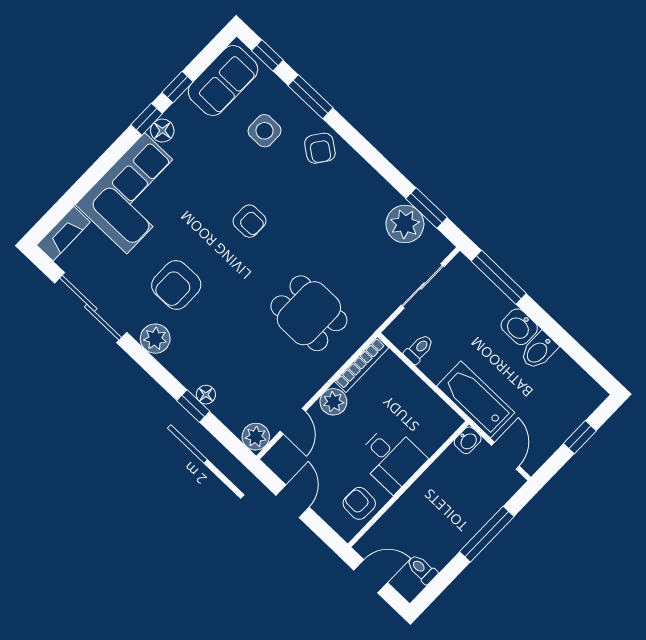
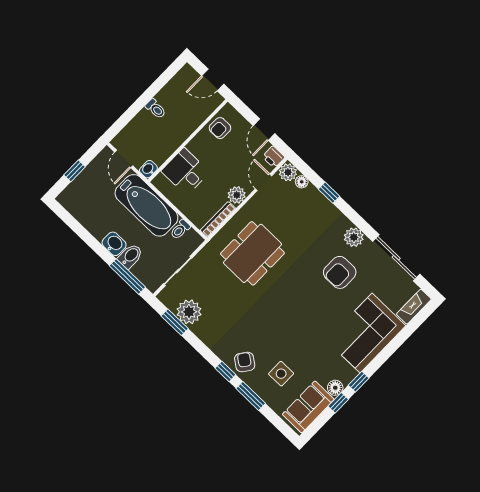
window: (267, 55) -> (225, 371), moved
floor lamp: (162, 131) -> (335, 388), moved
armchair: (250, 221) -> (291, 314), removed
armchair: (176, 285) -> (340, 272), turned 180
dining table: (309, 313) -> (252, 253), width x1.38
bidet: (539, 351) -> (130, 256), moved
floor lamp: (206, 395) -> (302, 182), moved
bathtub: (476, 399) -> (146, 205), width x1.36, depth x1.36
desk: (391, 458) -> (185, 172), moved
printer: (278, 460) -> (274, 157), added
armchair: (359, 503) -> (220, 128), turned 88
window: (487, 534) -> (136, 107), removed
toilet: (422, 569) -> (156, 109), moved

